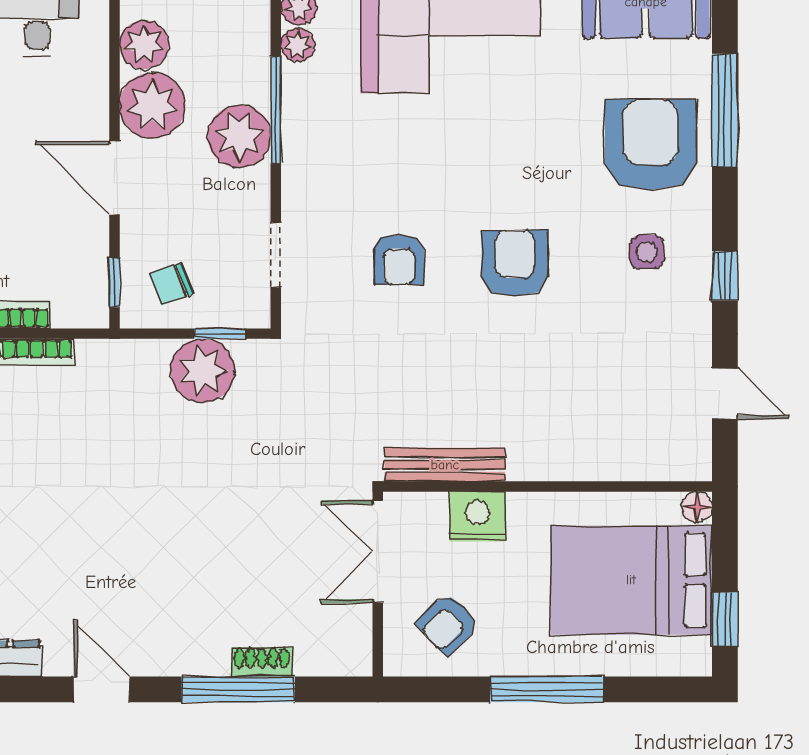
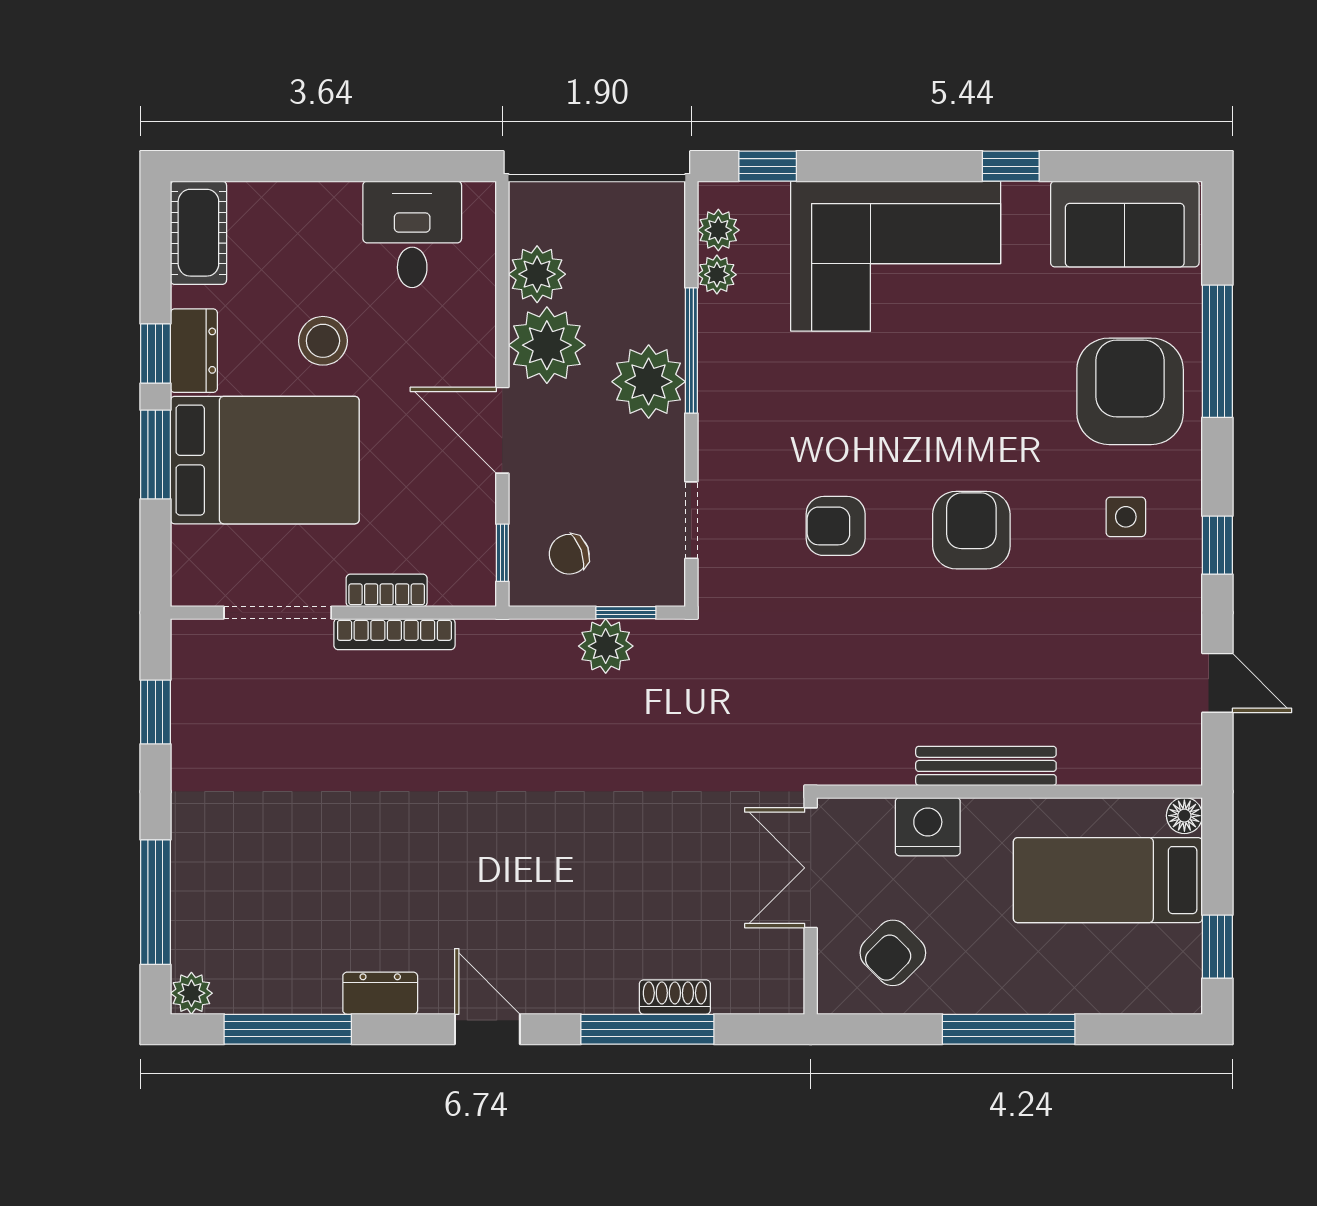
armchair: (399, 260) -> (836, 526), turned 90
plant: (203, 371) -> (606, 646), width x0.73, depth x0.73
bench: (445, 465) -> (986, 766), moved
bed: (631, 580) -> (1108, 880), width x0.67

